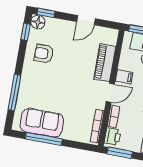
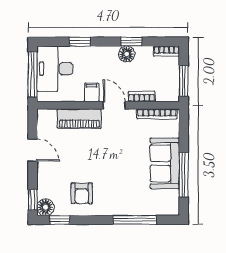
sofa: (42, 123) -> (165, 163), moved
printer: (112, 137) -> (166, 93), removed

